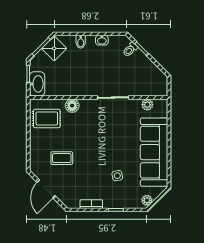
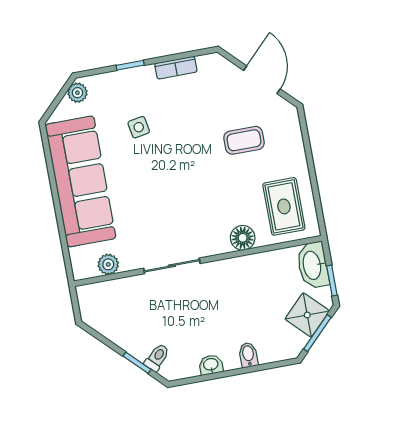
shower: (54, 48) -> (307, 315), moved
rug: (47, 118) -> (284, 206), turned 90

